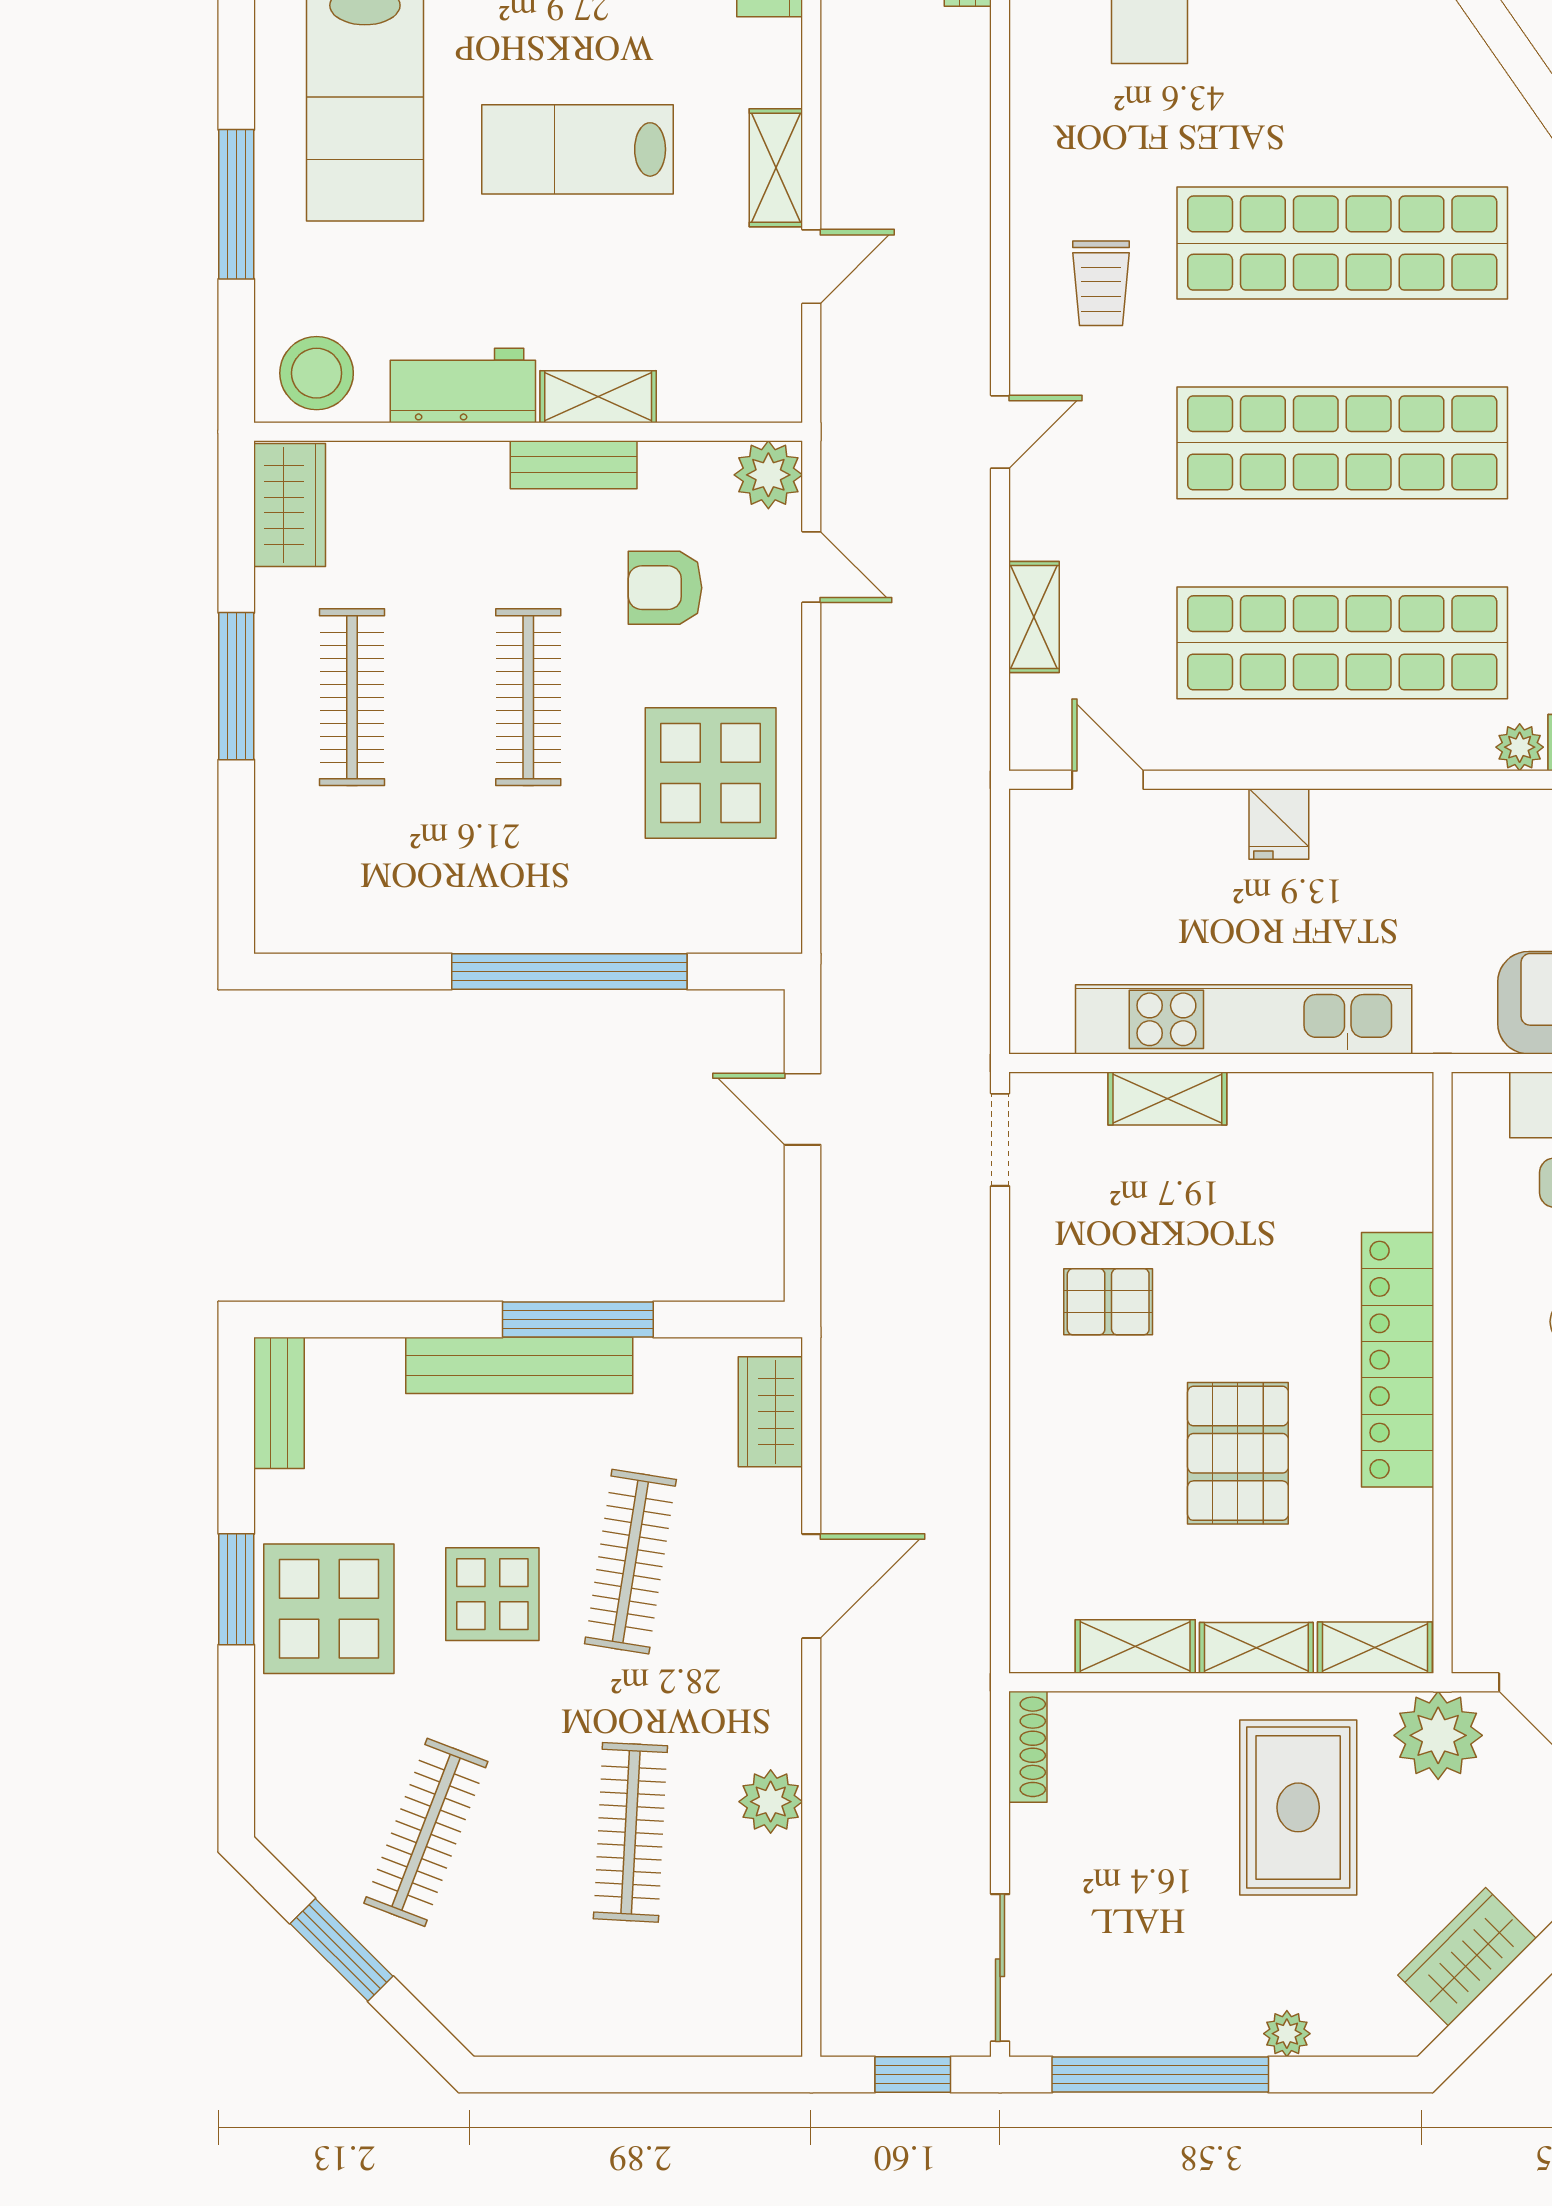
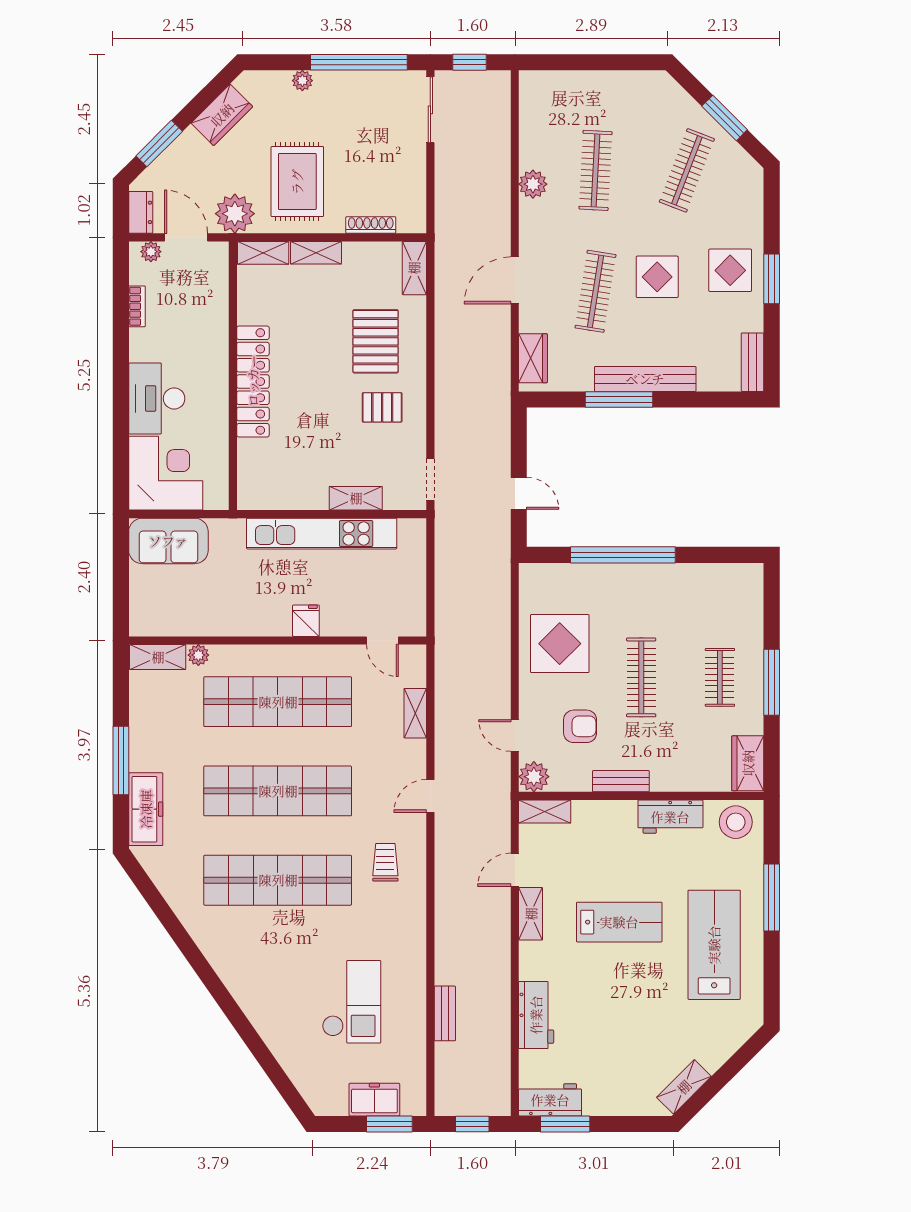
shelving: (598, 397) -> (545, 812), moved
clothes rail: (352, 697) -> (720, 677), width x0.73
pallet: (1238, 1453) -> (376, 341), moved
display table: (329, 1609) -> (730, 270), width x0.73, depth x0.73
shelving: (1135, 1646) -> (414, 268), moved, turned 90
shoe rack: (1028, 1747) -> (371, 225), moved, turned 90

